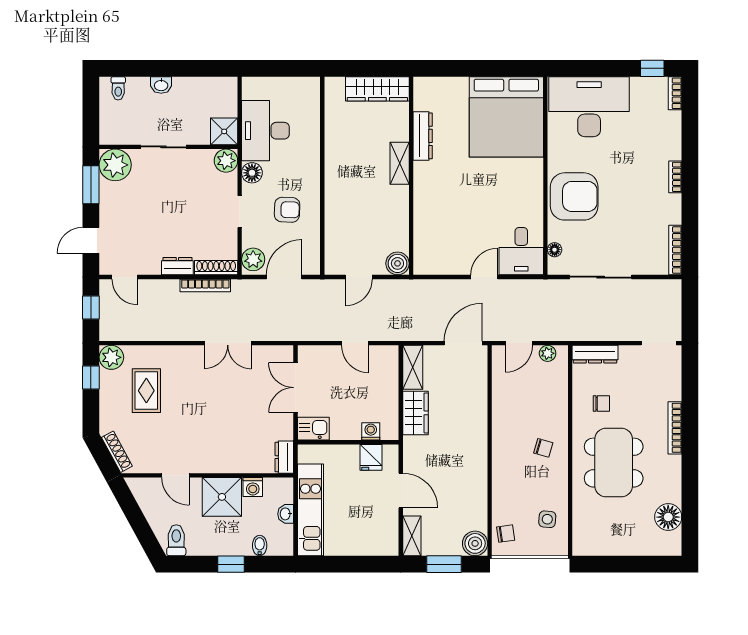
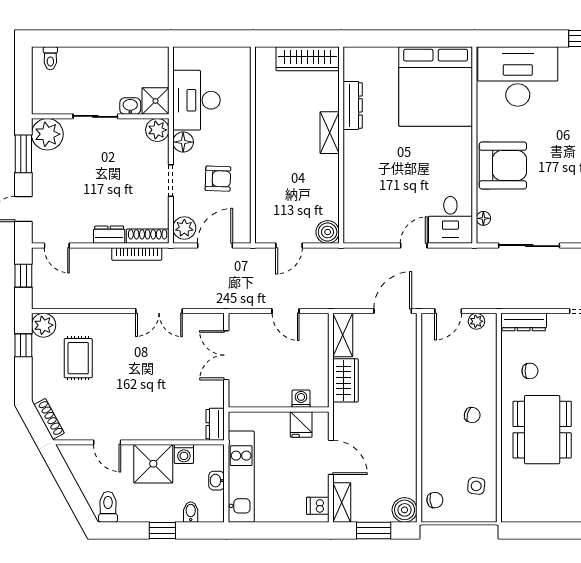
washbasin: (161, 85) -> (130, 106), moved, turned 180
kitchen sink: (313, 429) -> (244, 396), removed
dishwasher: (388, 539) -> (318, 506), added

